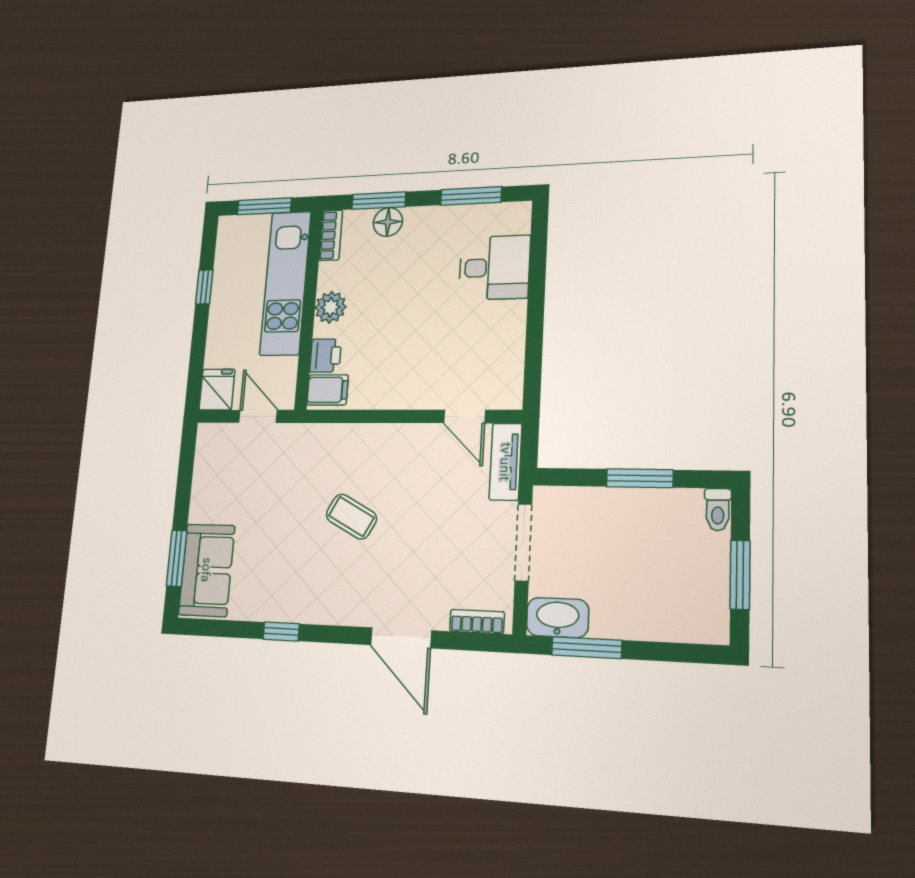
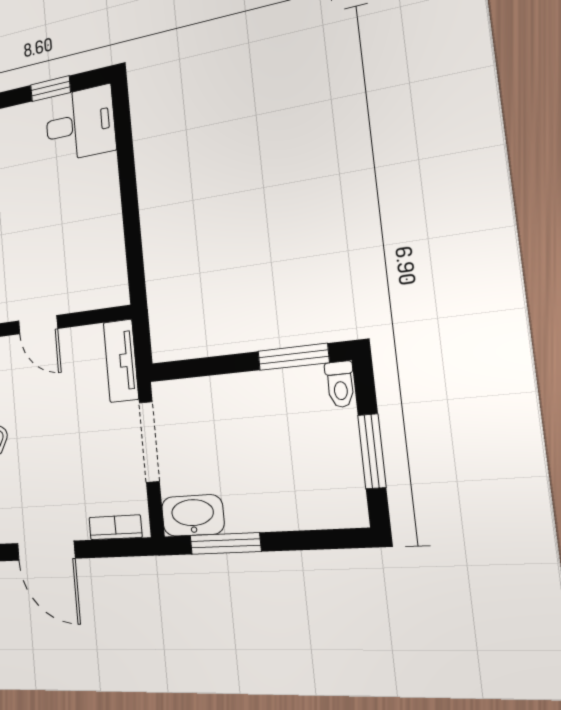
window: (471, 196) -> (50, 89), width x0.67
desk: (494, 268) -> (80, 124), moved
door: (464, 417) -> (38, 325), moved
window: (640, 478) -> (293, 357), moved

